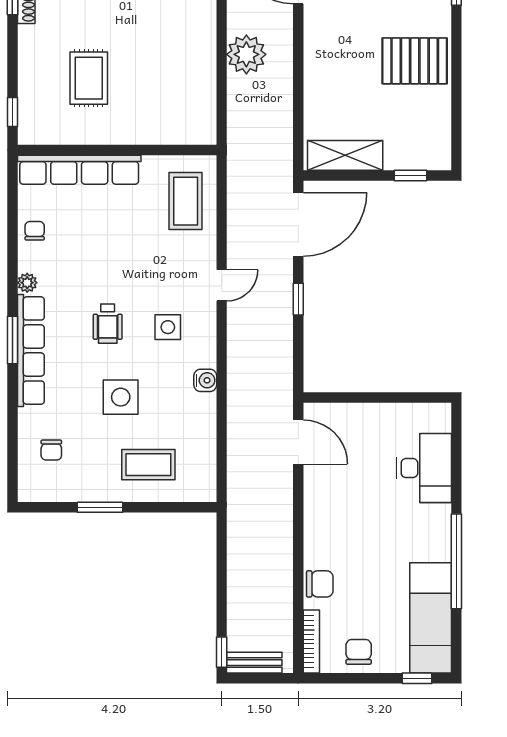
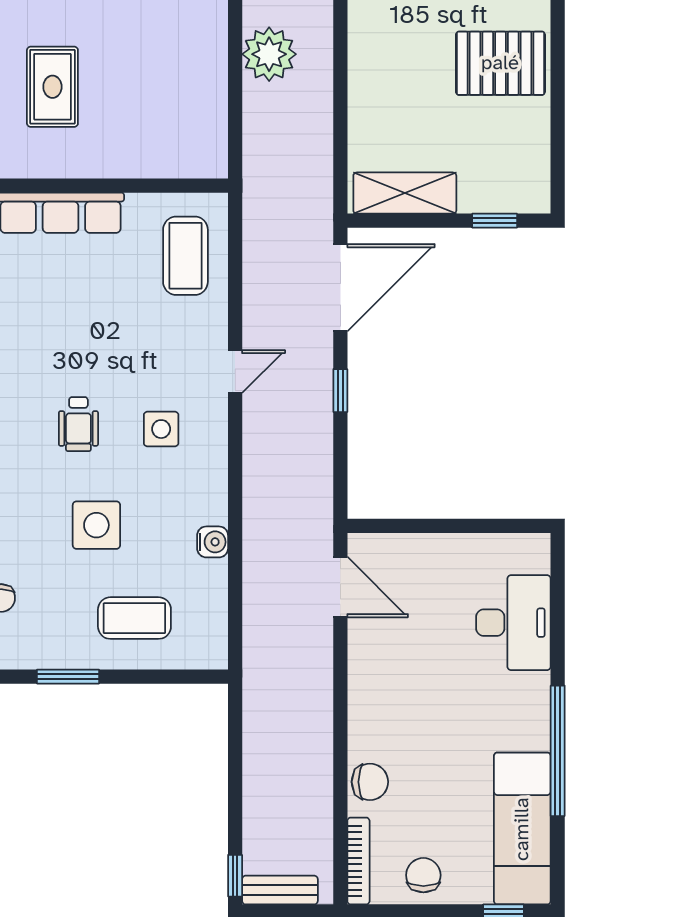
water cooler: (205, 380) -> (213, 542), moved

